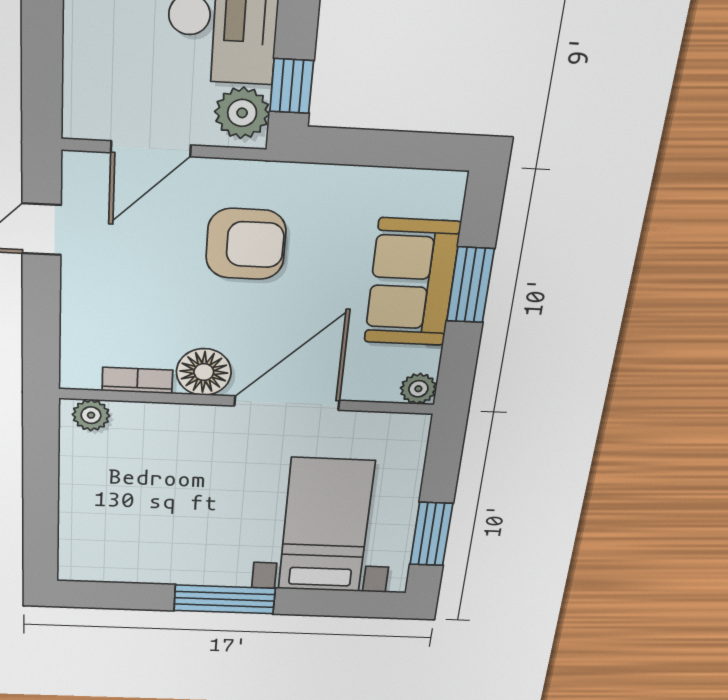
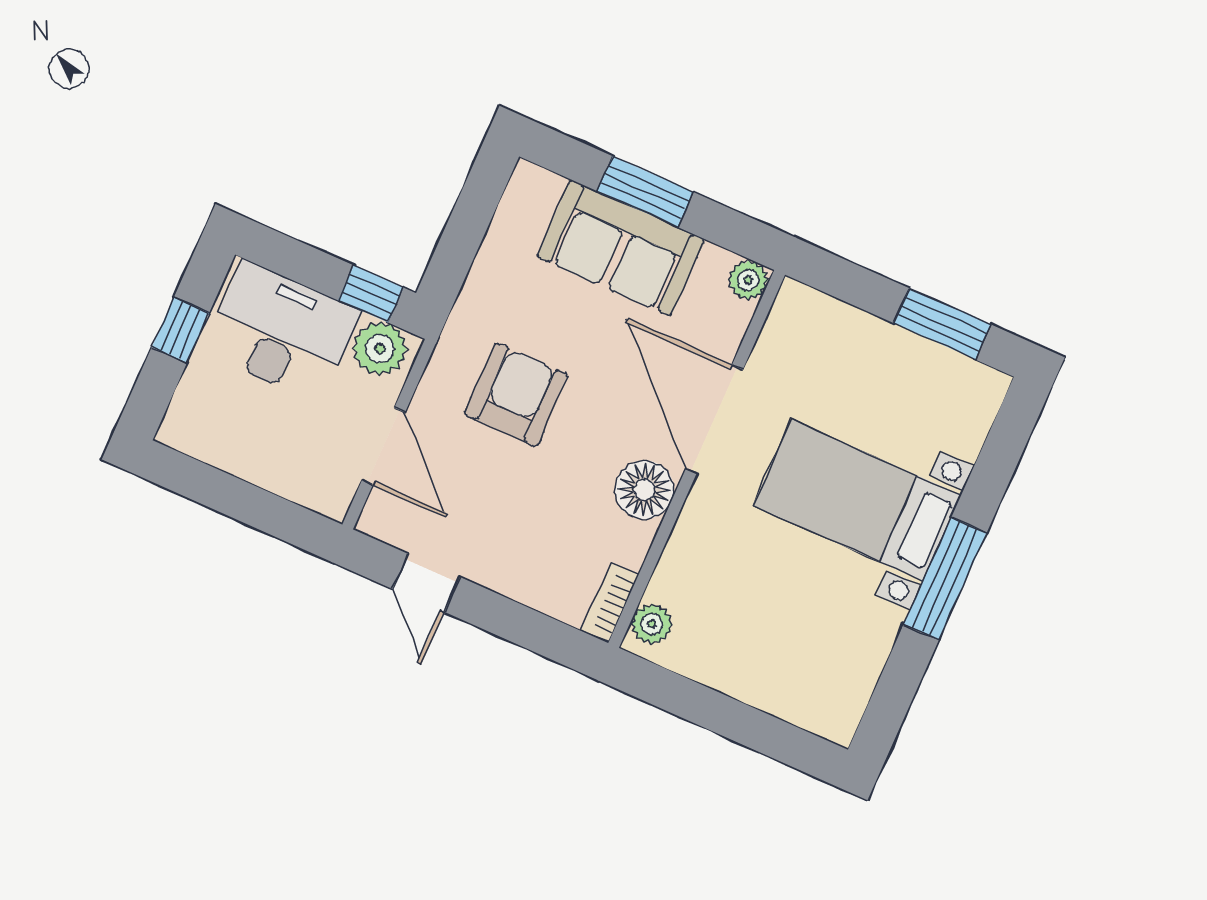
bookcase: (137, 380) -> (610, 603), moved
bed with nightstands: (326, 526) -> (857, 500), moved

